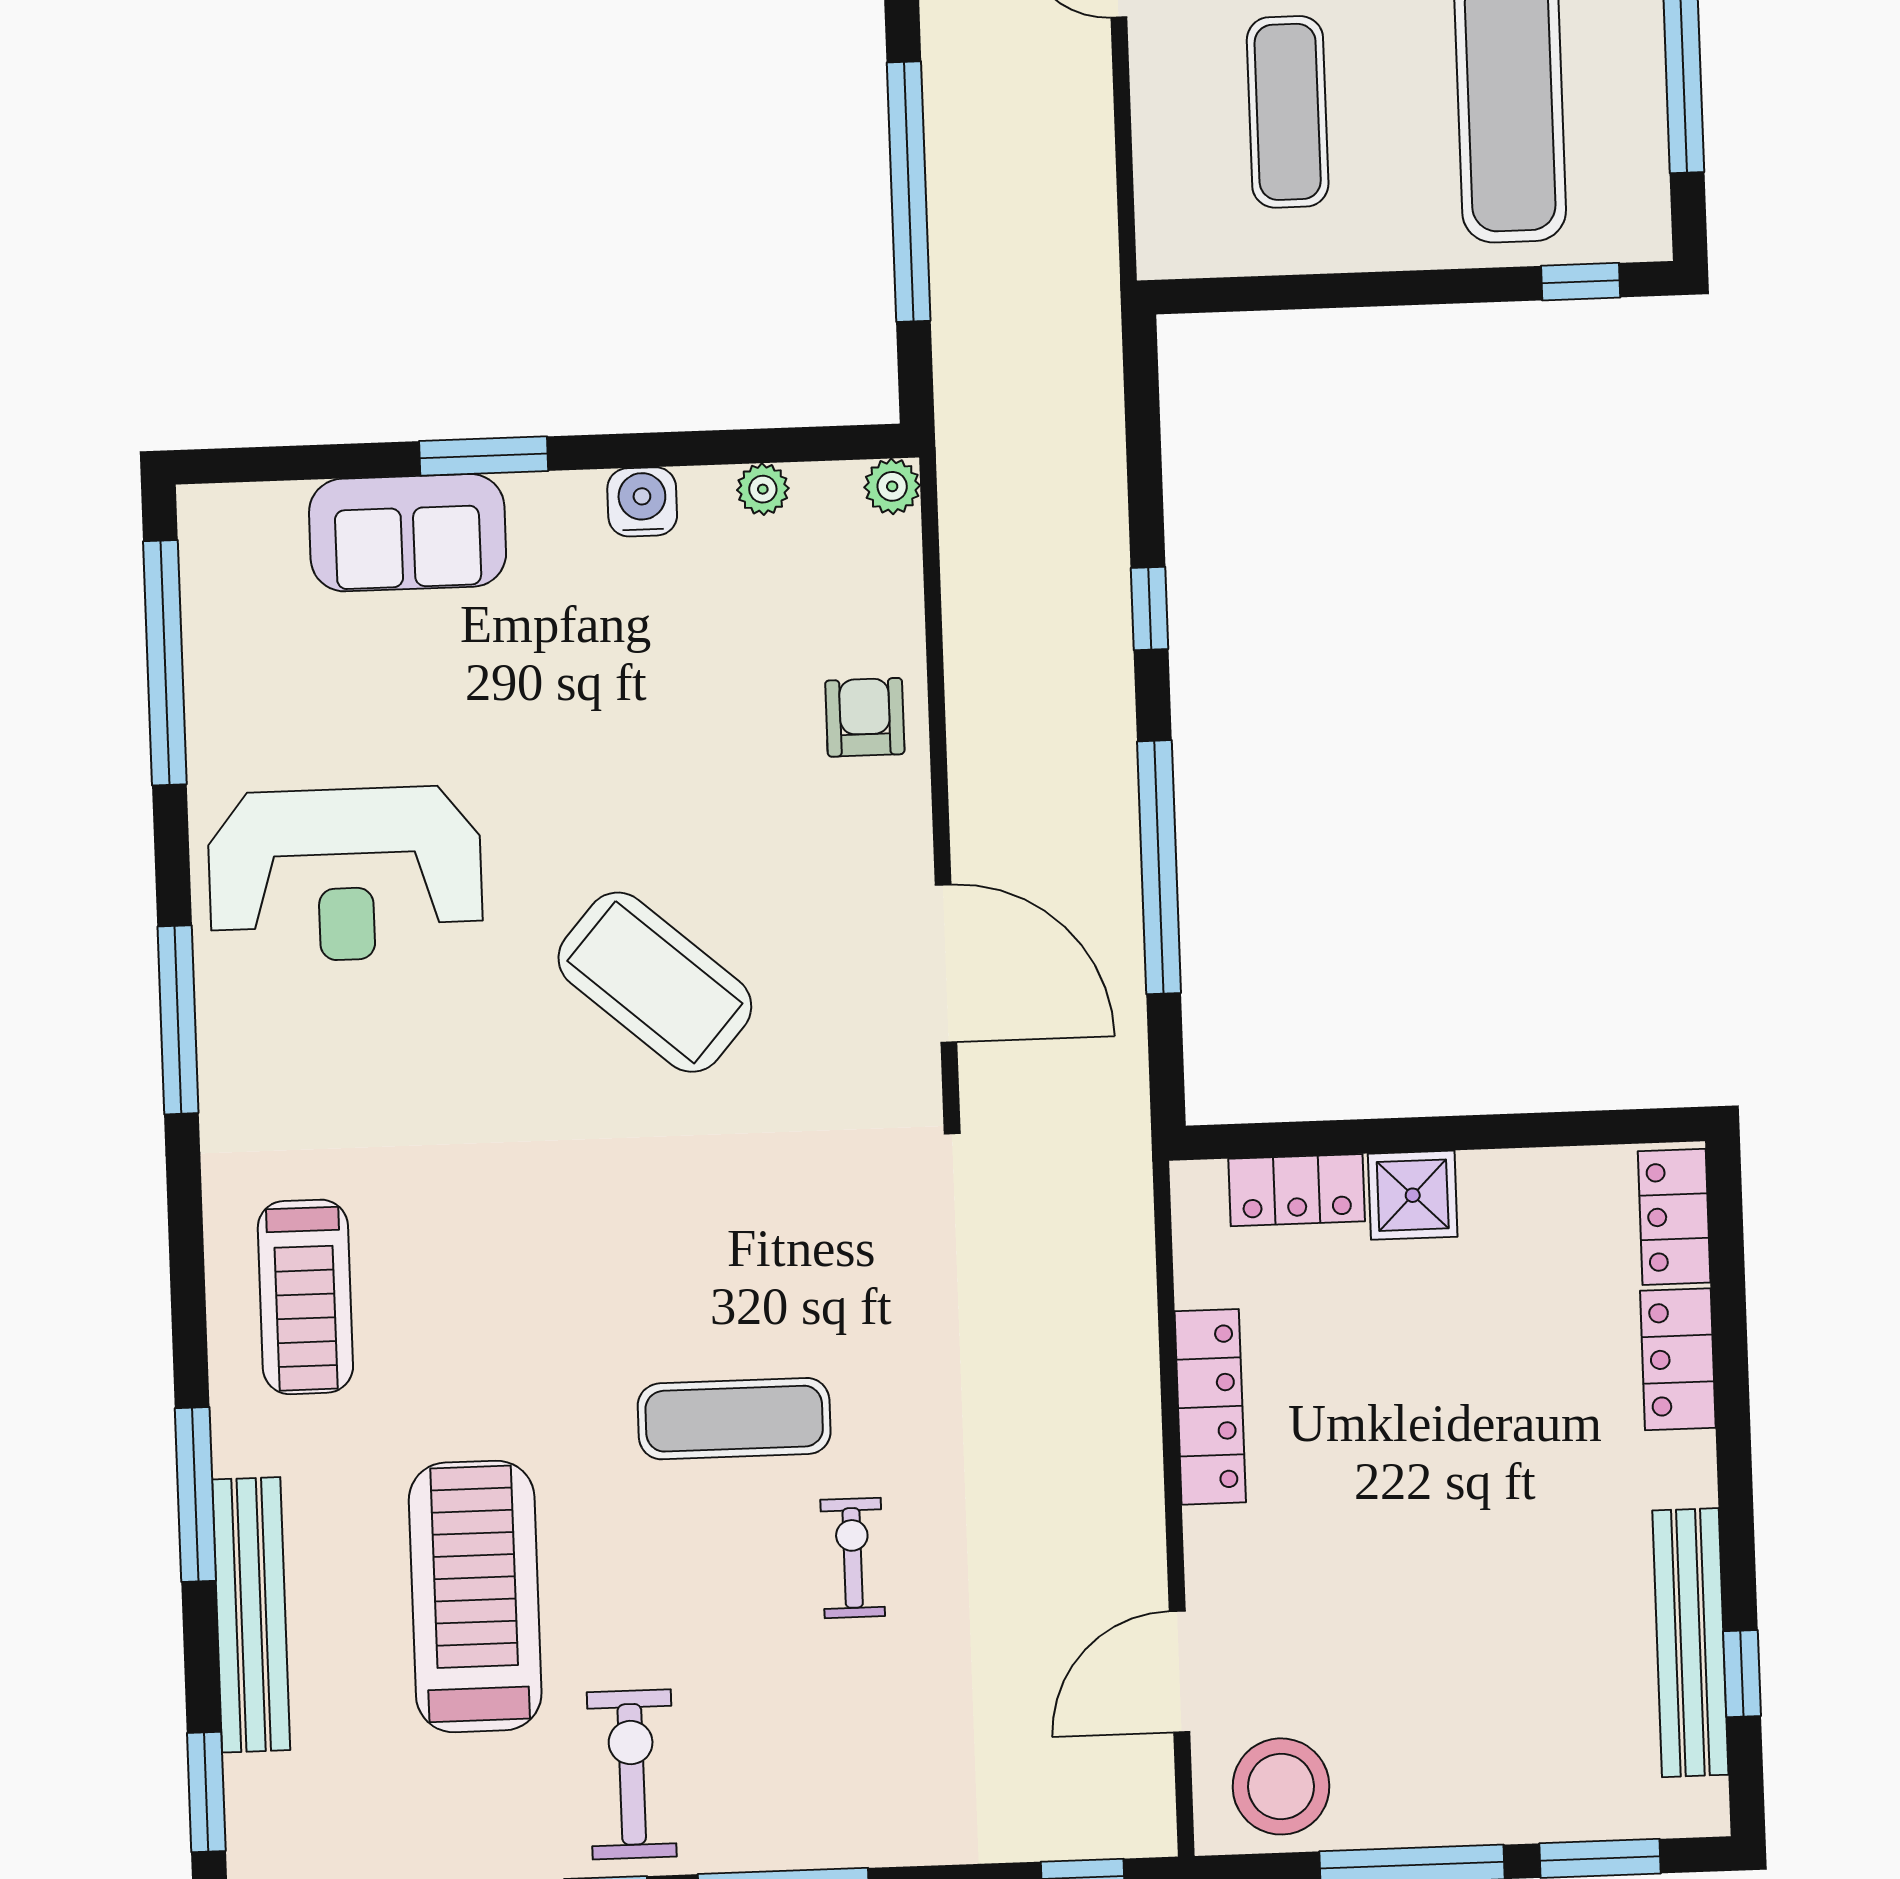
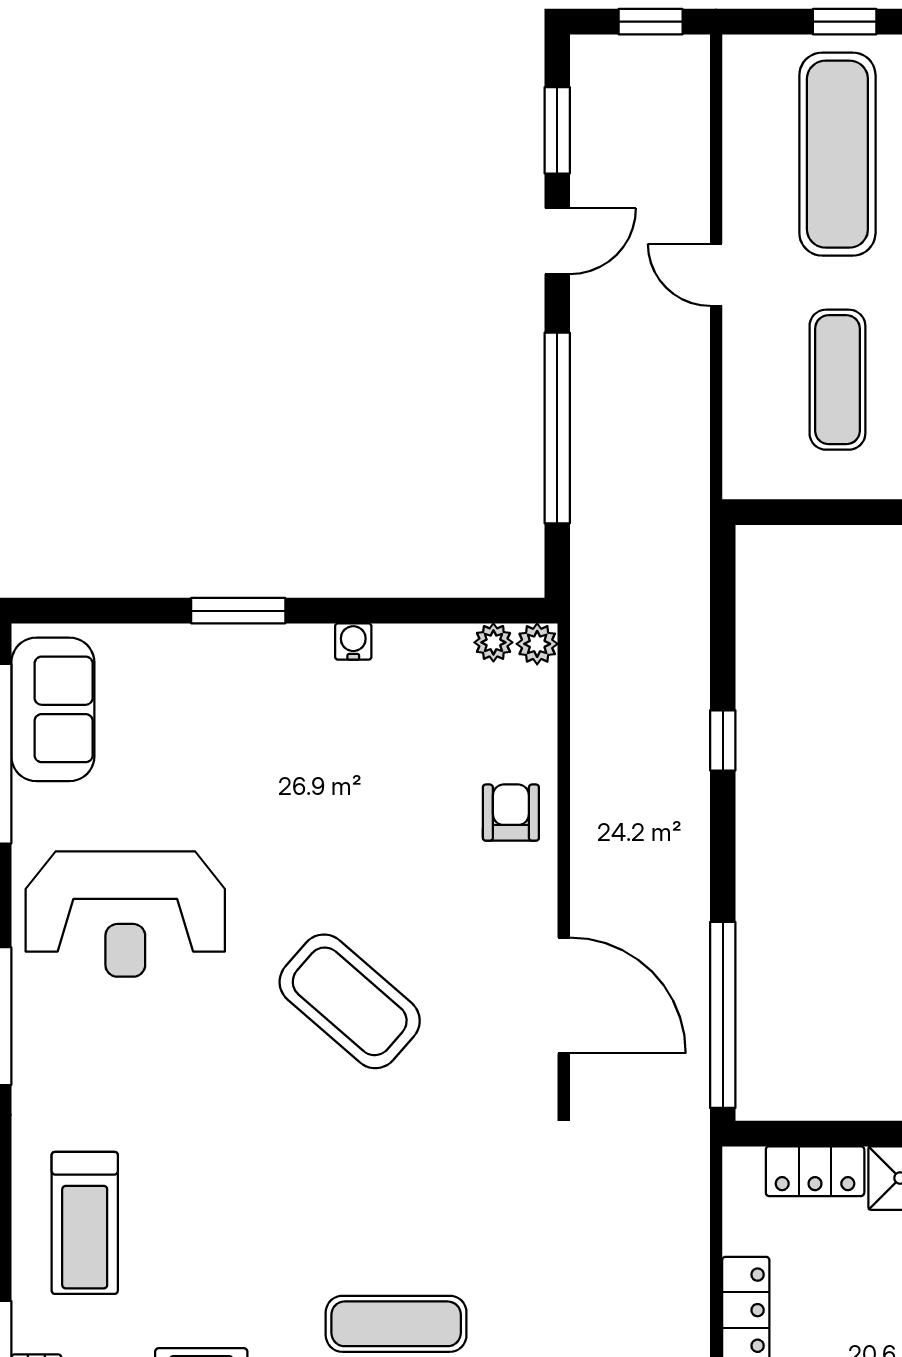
plant: (763, 489) -> (493, 642), moved
water cooler: (642, 502) -> (353, 642), width x0.72, depth x0.72
sofa: (408, 533) -> (53, 709), moved, turned -90
window: (1159, 867) -> (723, 1015), moved

